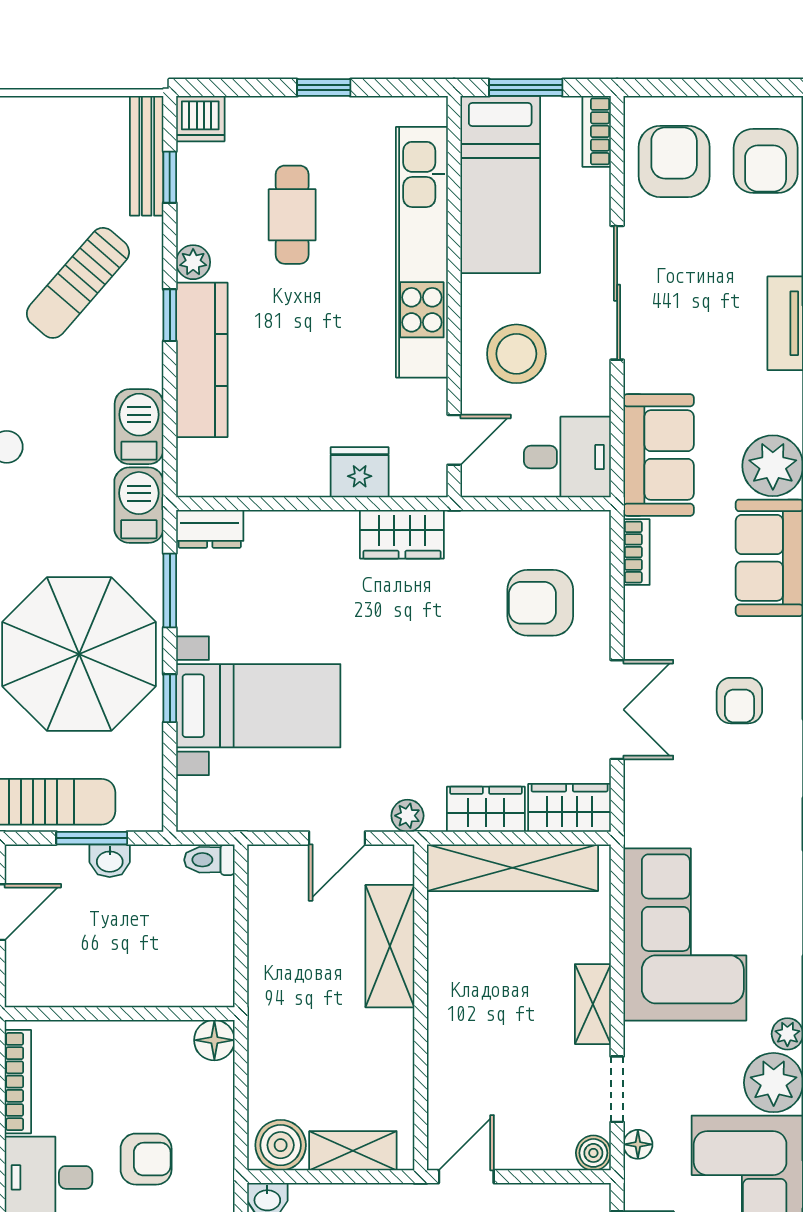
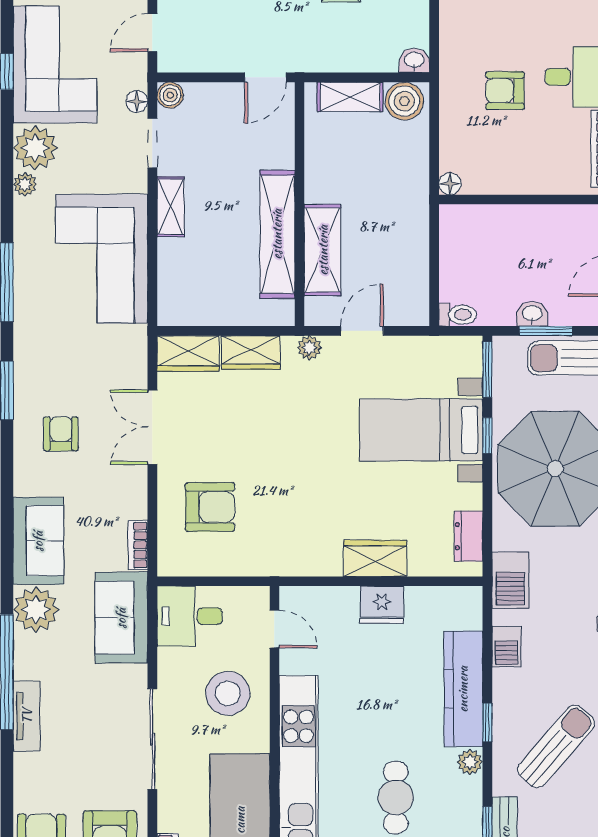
barbecue: (139, 427) -> (506, 646), width x0.73, depth x0.79
door: (454, 440) -> (274, 629), swing flipped
fridge: (360, 472) -> (382, 605), moved
dresser: (210, 529) -> (468, 536), moved, turned -90
wardrobe: (402, 534) -> (375, 558), moved
window: (170, 590) -> (487, 370), moved
shelving: (513, 868) -> (277, 234), moved, turned 90
floor lamp: (214, 1040) -> (450, 184), width x0.73, depth x0.73

